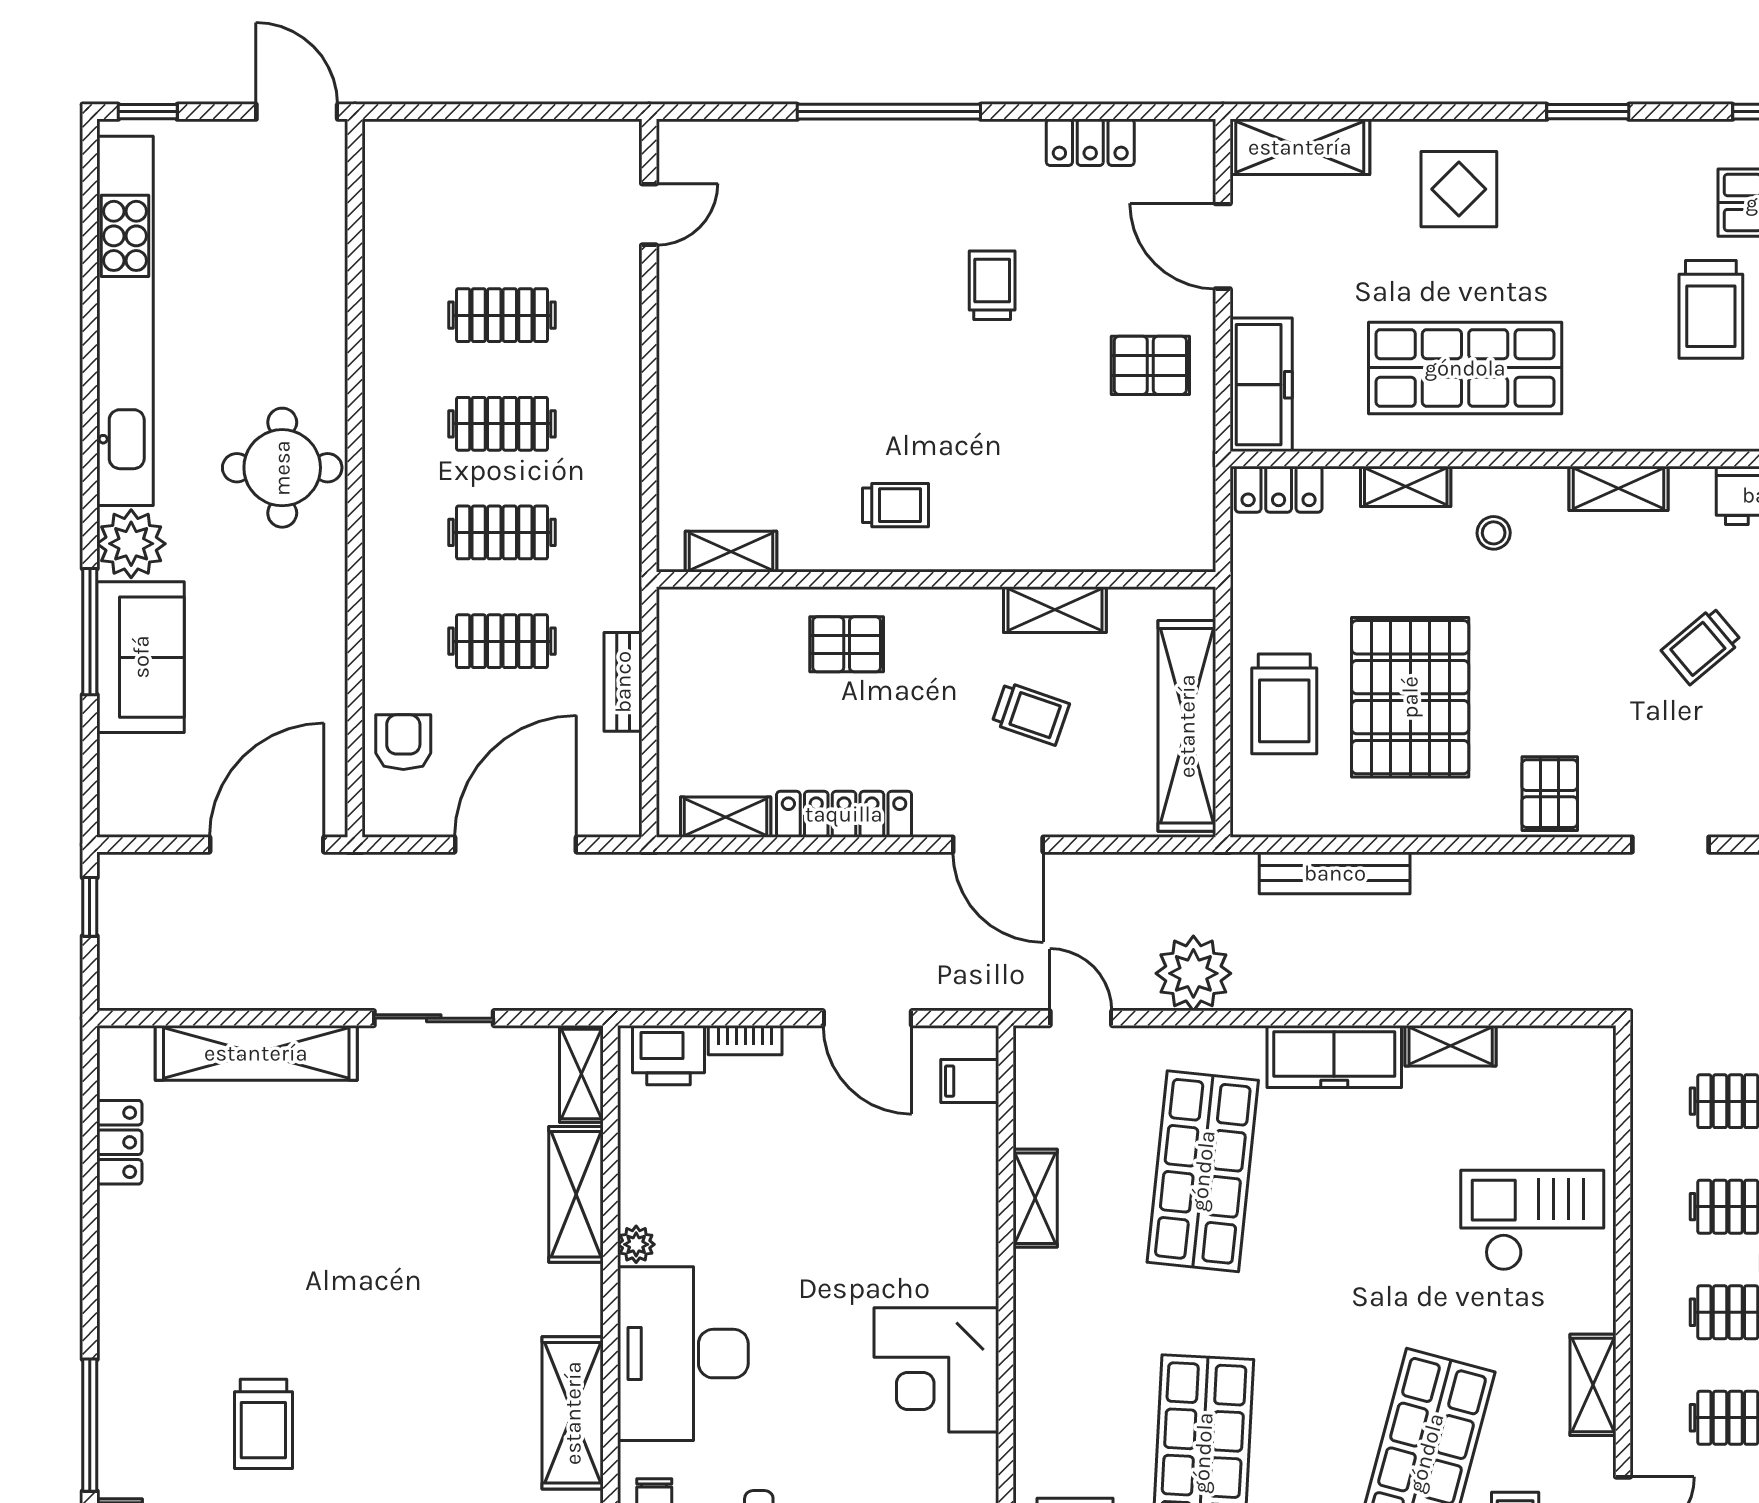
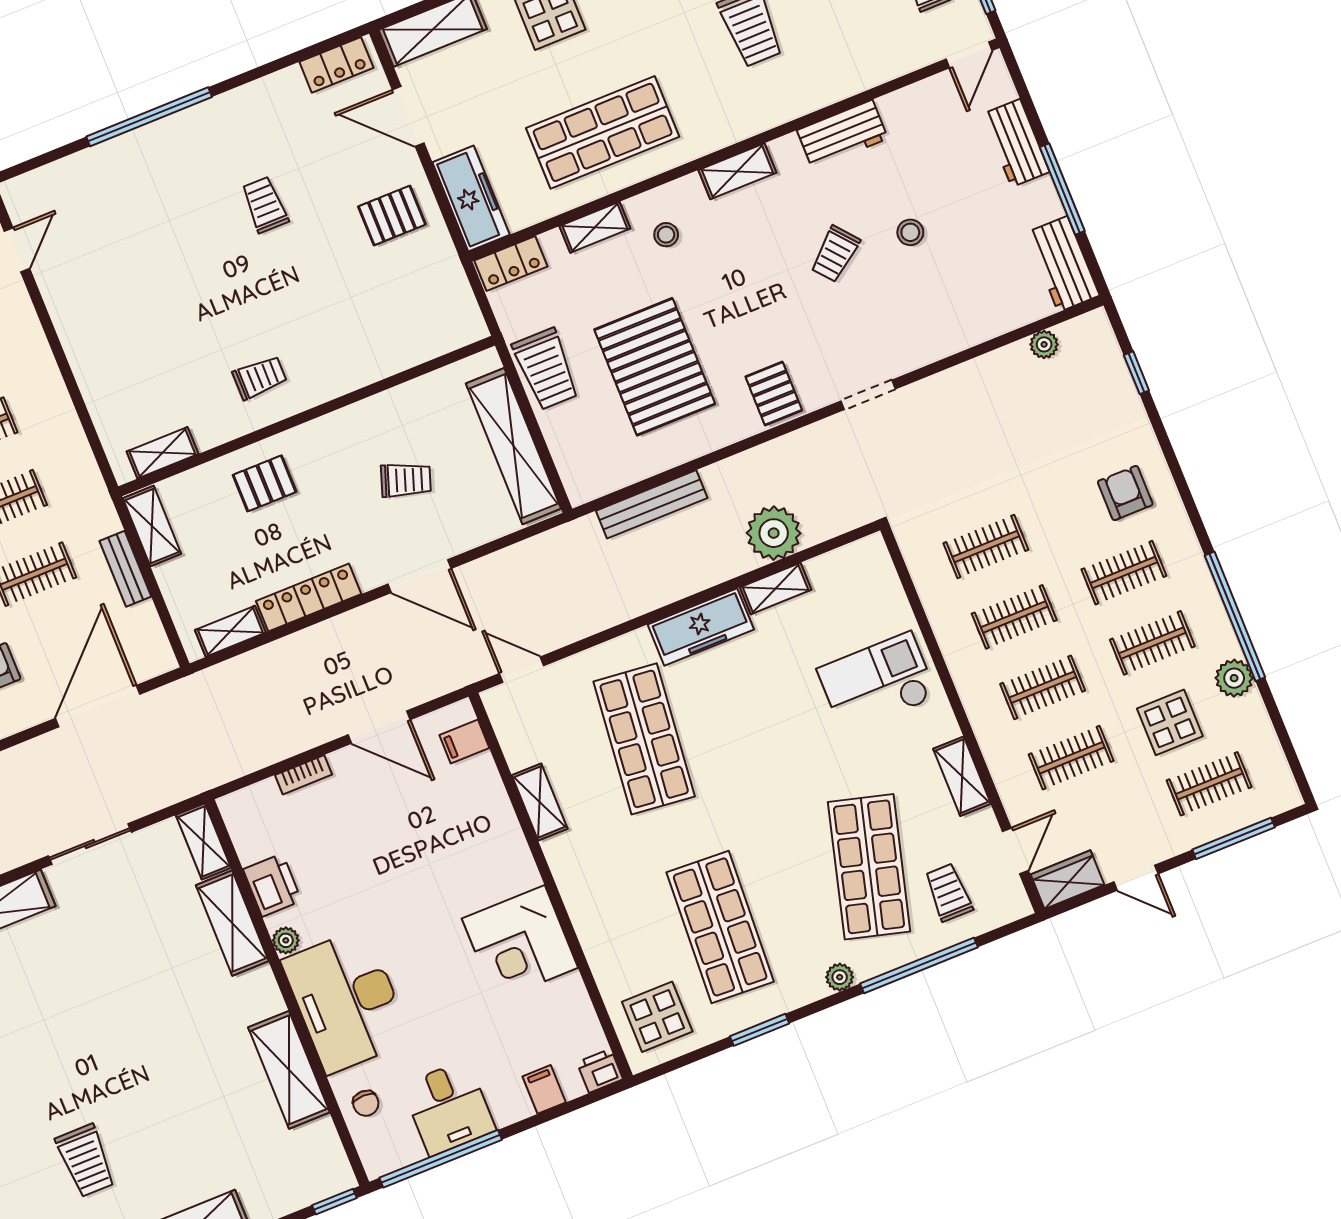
locker: (1090, 142) -> (336, 65), moved
shelving: (1055, 610) -> (152, 526), moved, turned 90
trolley: (1284, 704) -> (546, 369), moved
plant: (1193, 973) -> (774, 533), moved
printer: (669, 1055) -> (272, 885), moved, turned -90

